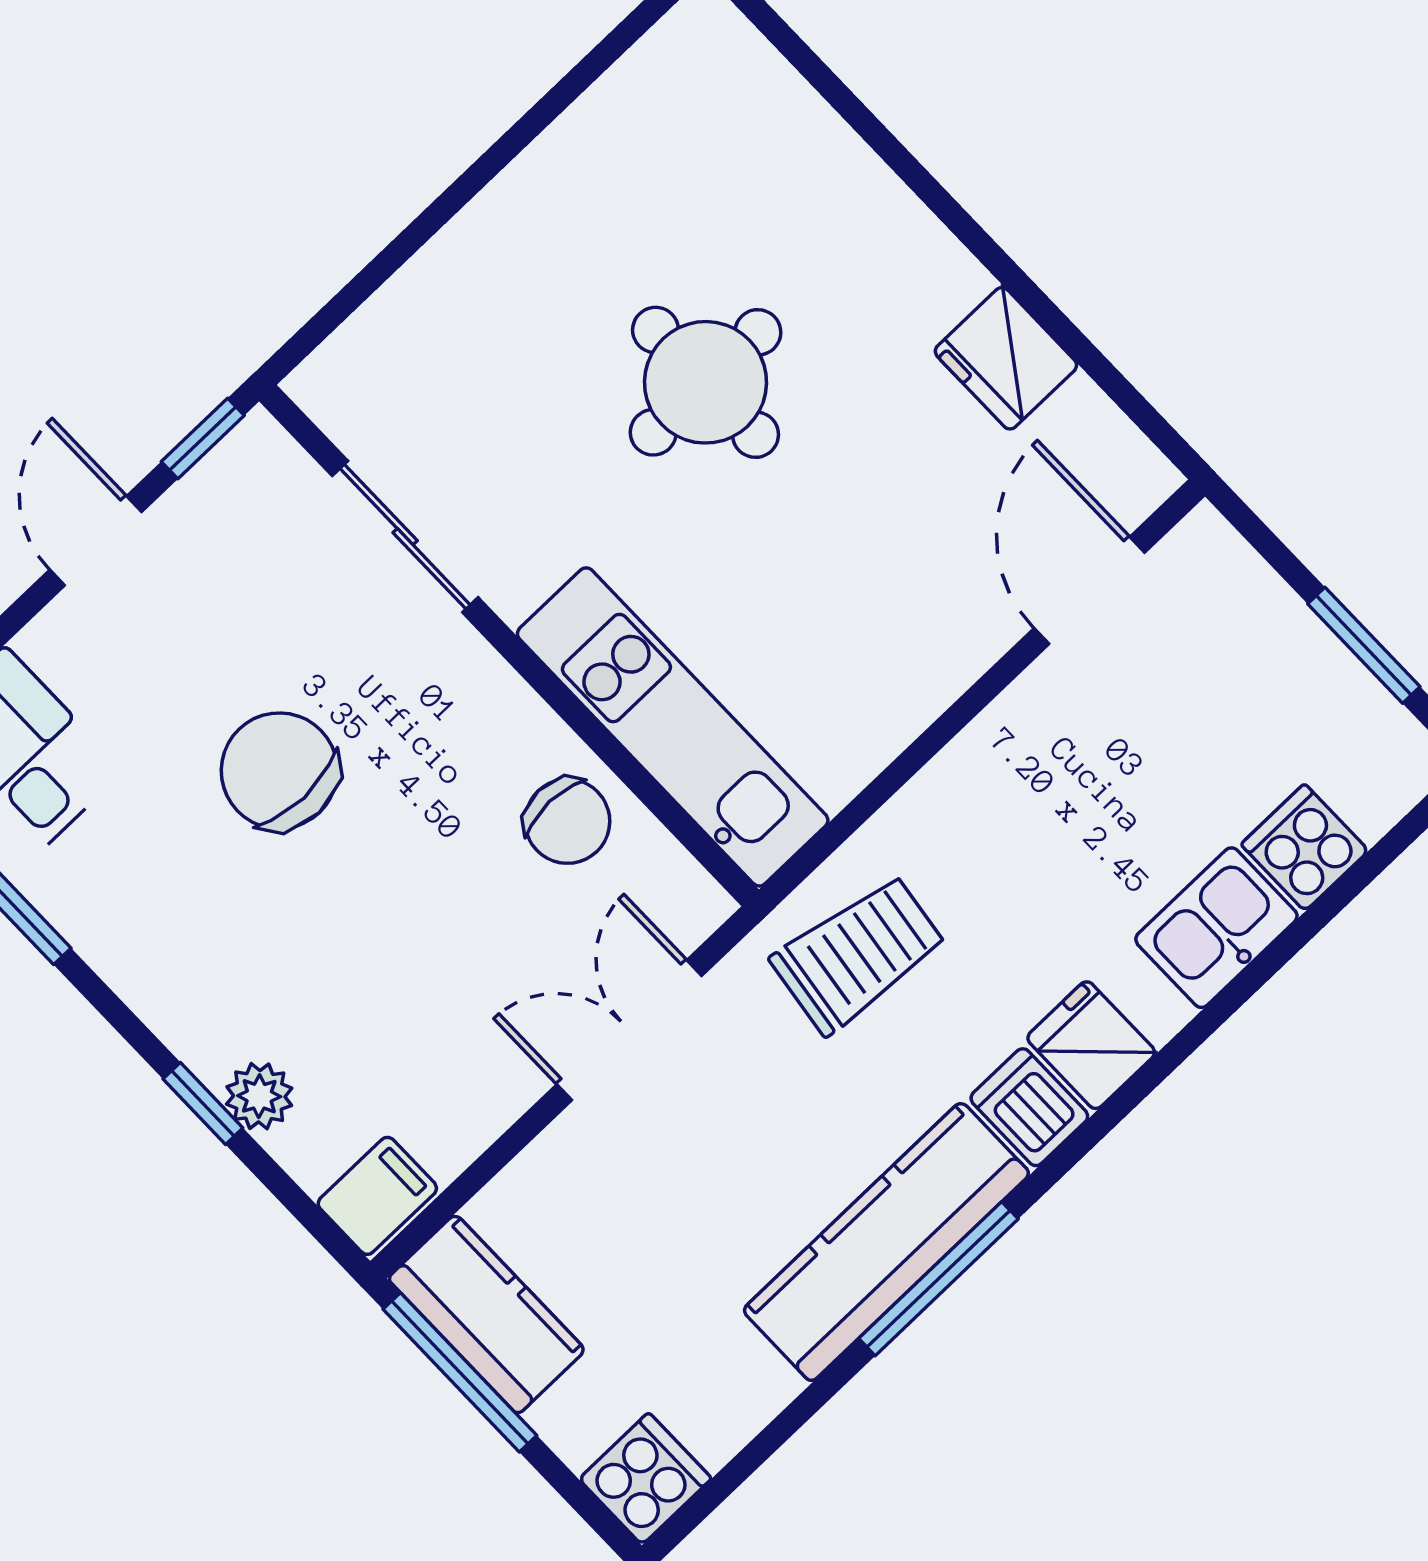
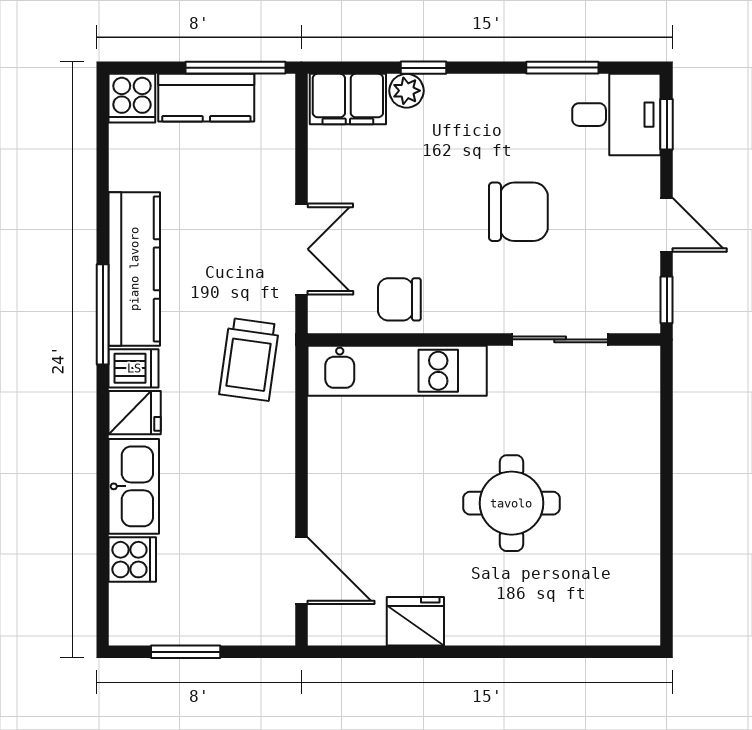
kitchen sink: (1216, 928) -> (134, 486), width x1.38
filing cabinet: (377, 1196) -> (348, 99), width x2.00
window: (938, 1279) -> (103, 314), moved
kitchen counter: (487, 1314) -> (206, 98), moved

